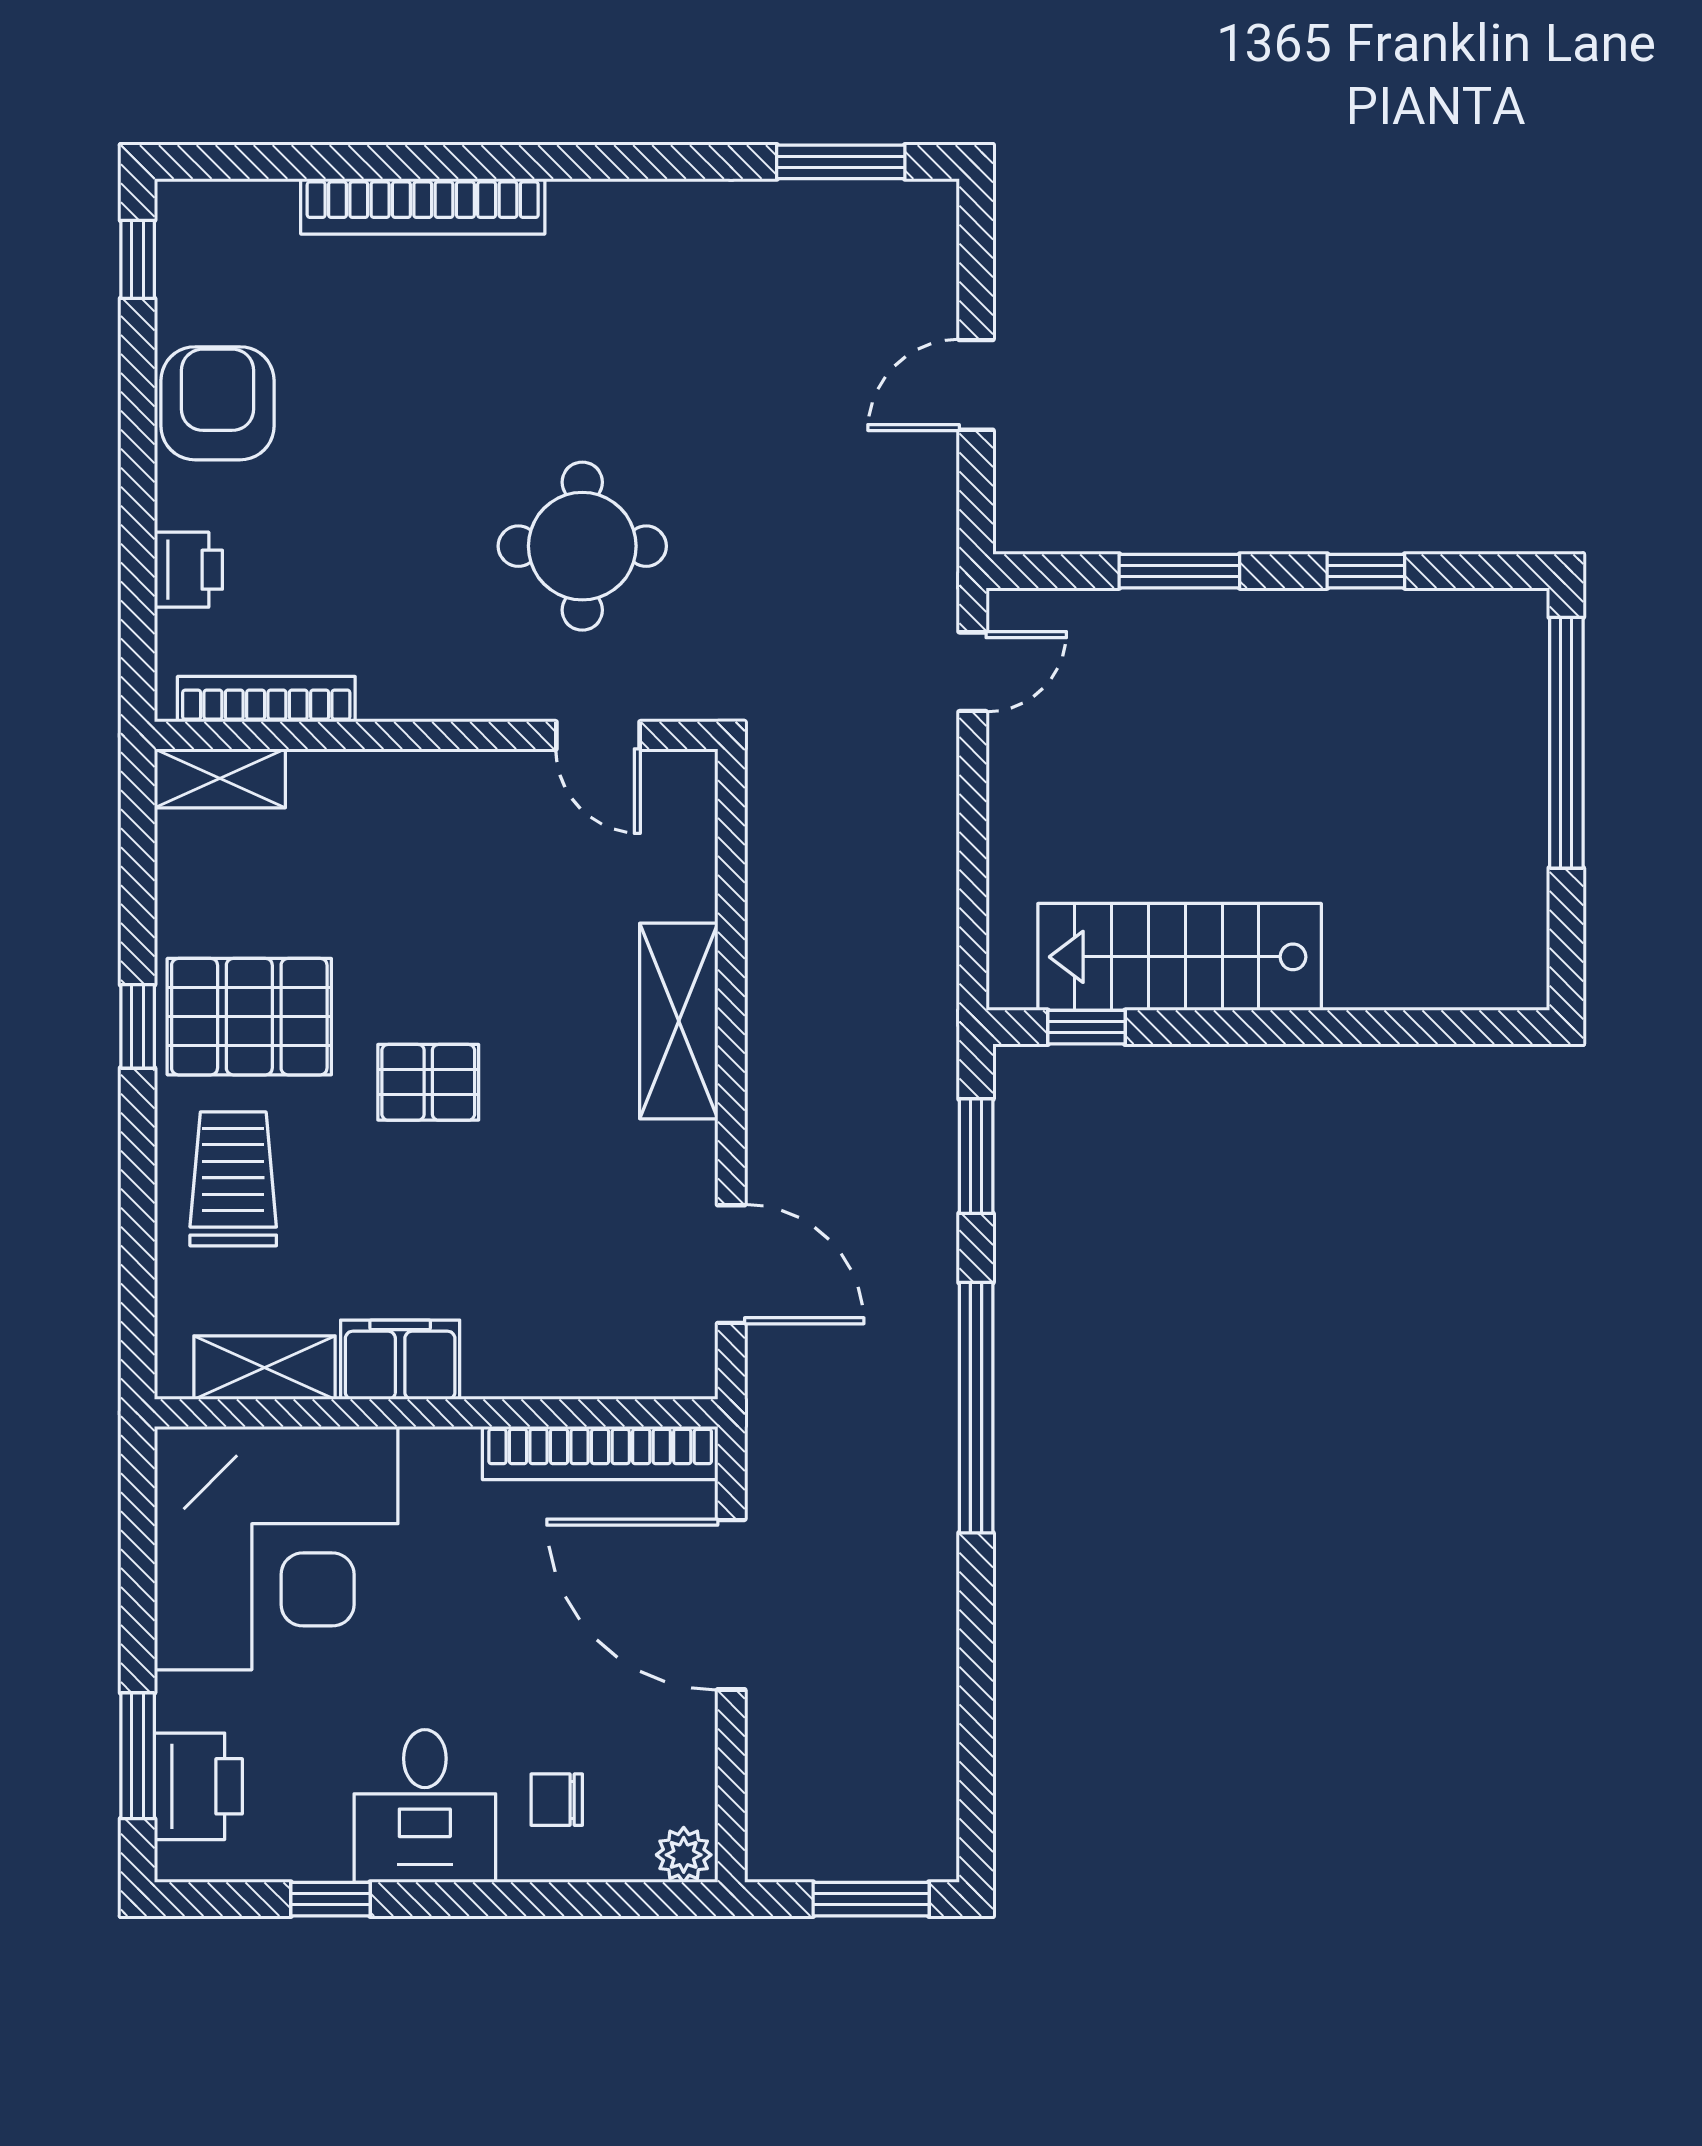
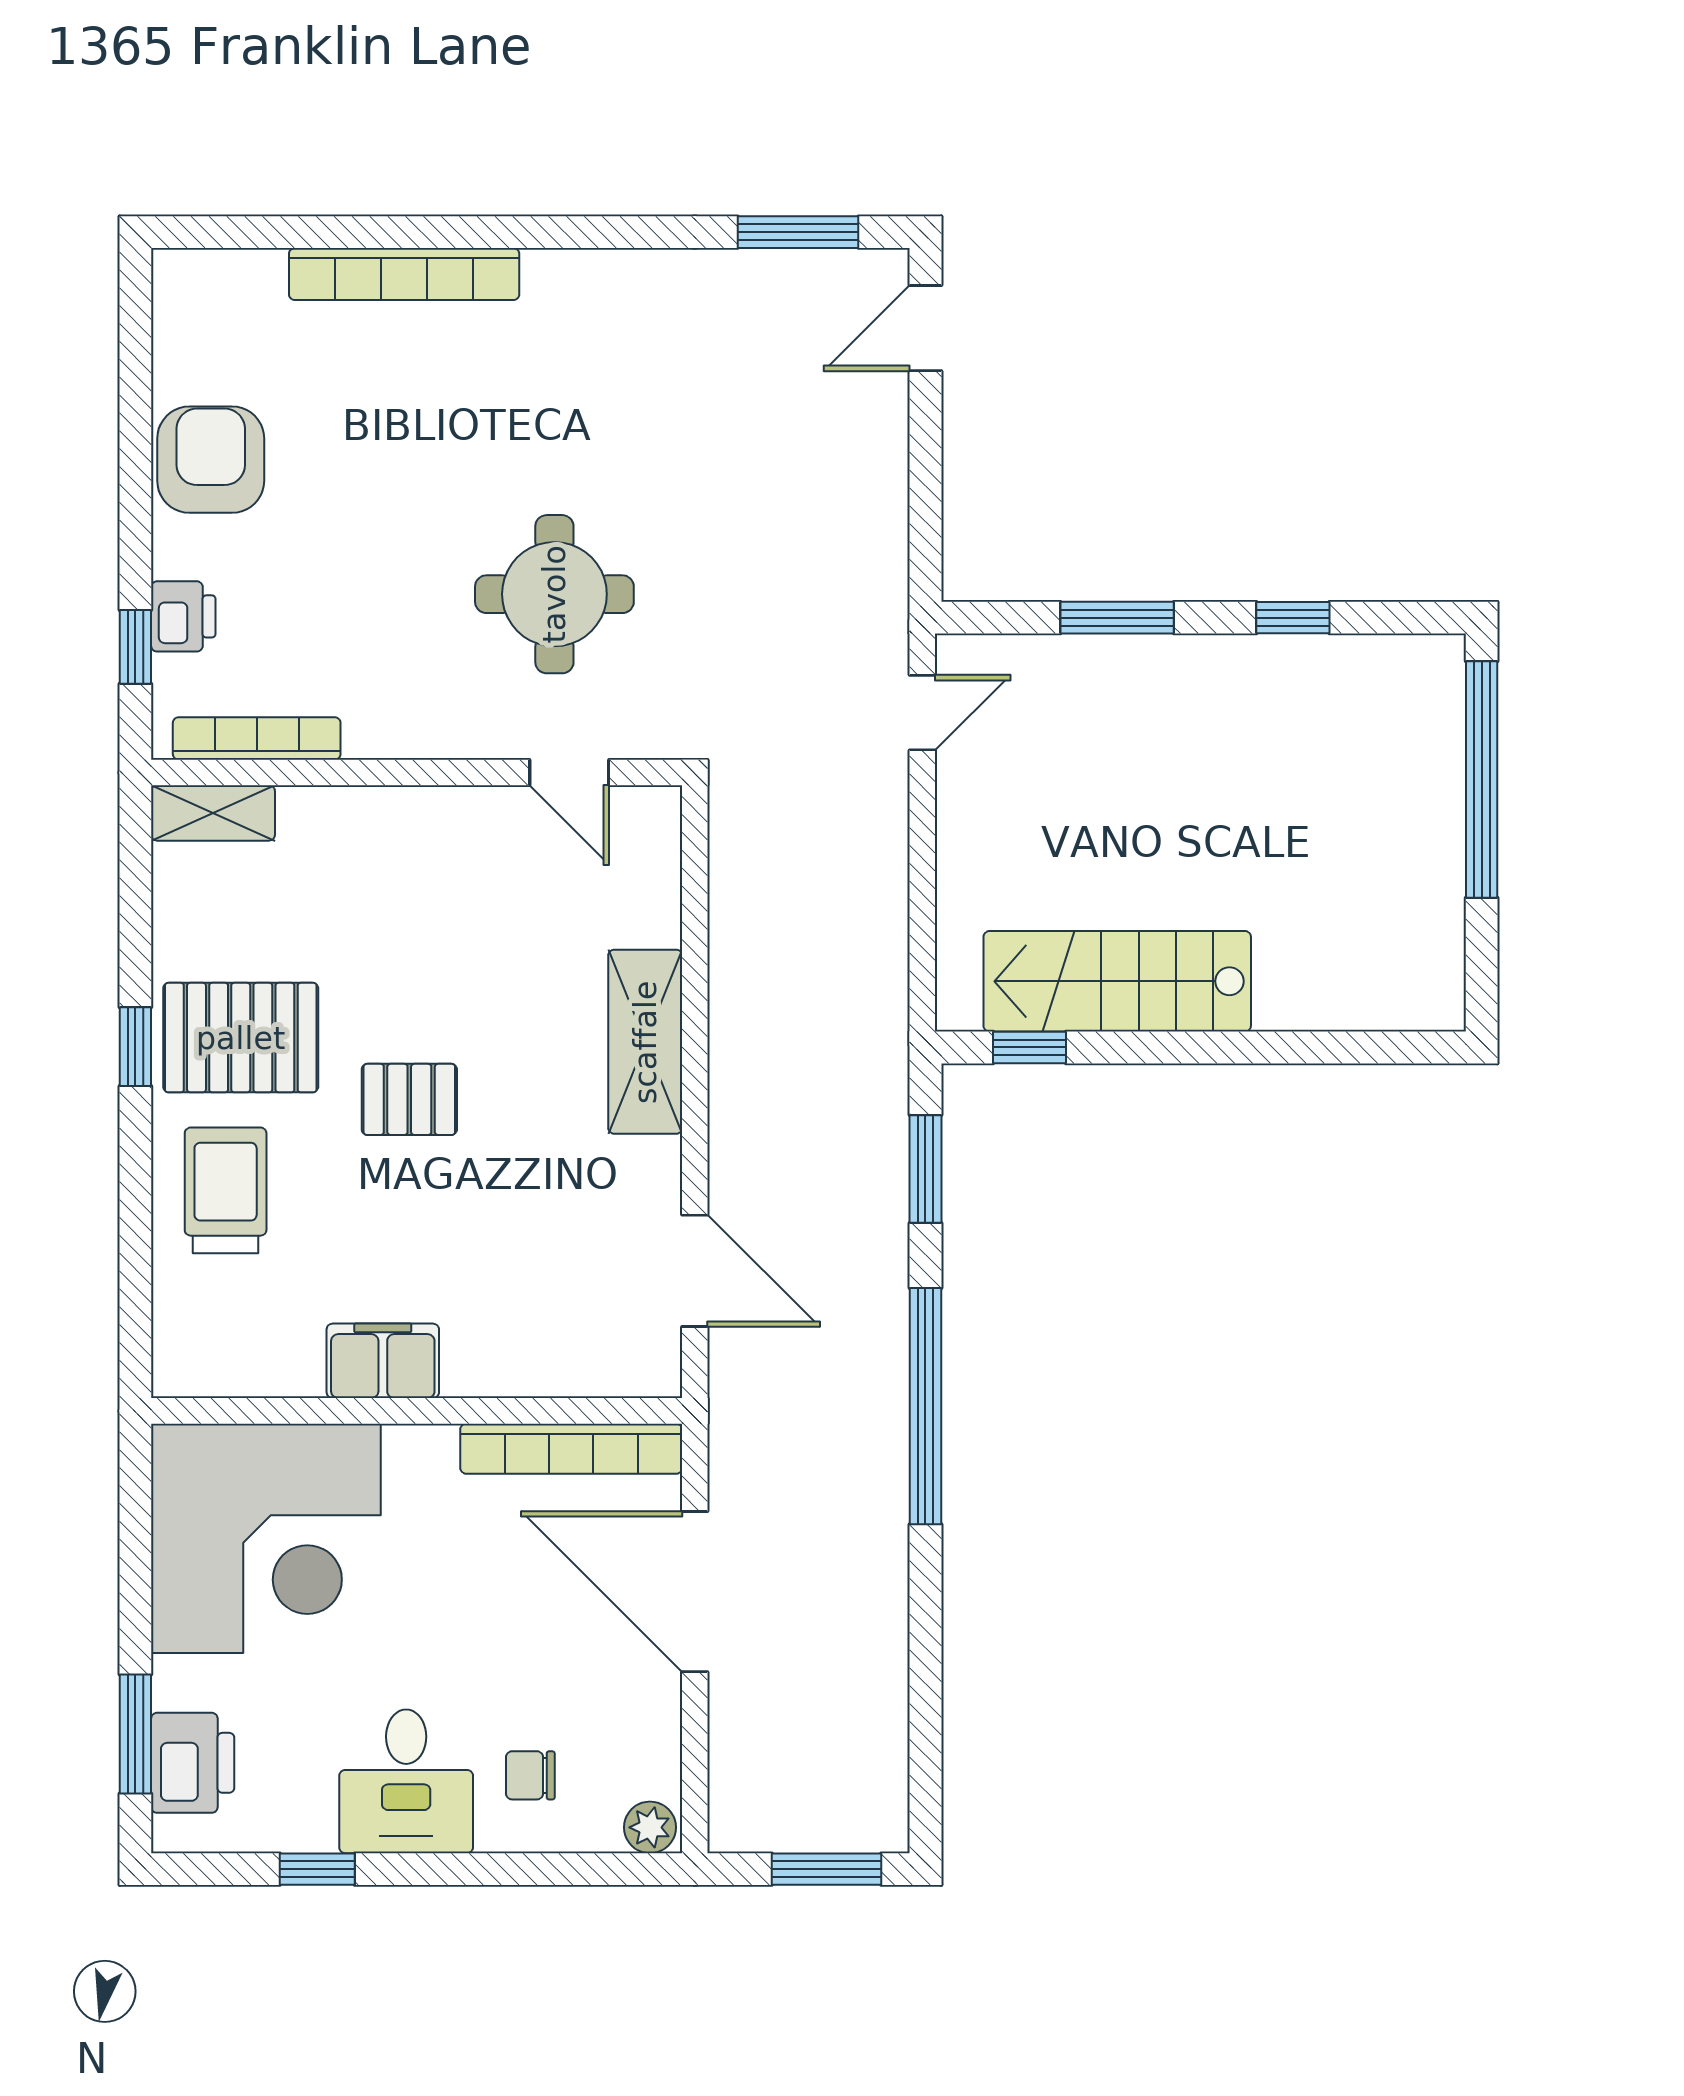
window: (138, 259) -> (135, 647), moved
door: (976, 385) -> (925, 328), moved
shelving: (265, 1368) -> (255, 1368), removed

